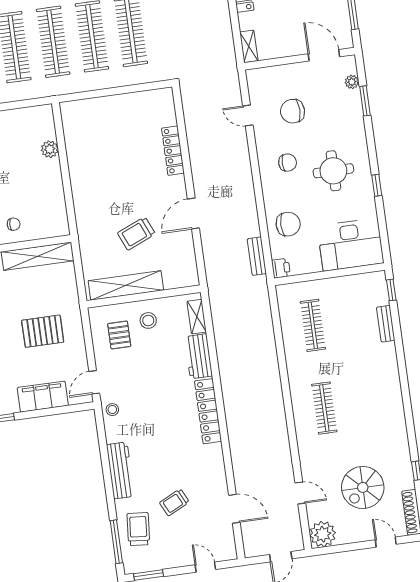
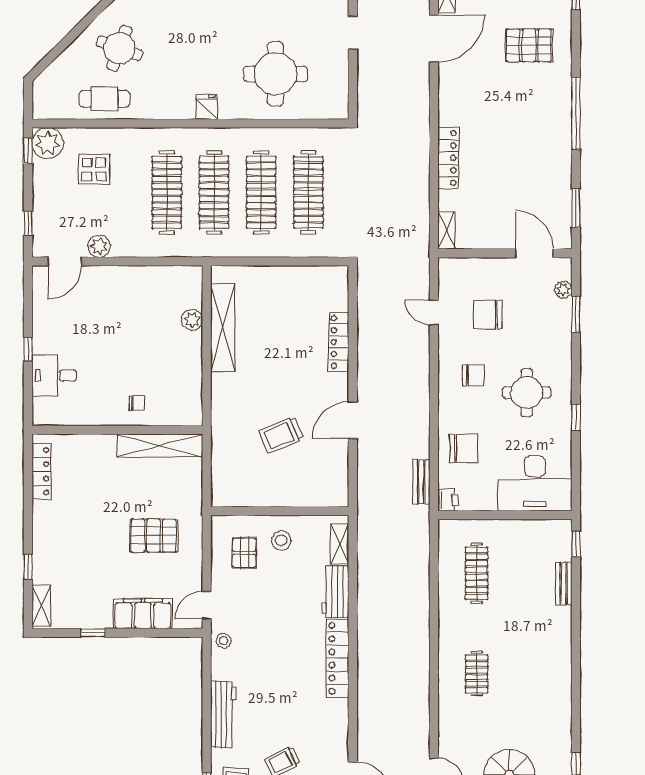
shelving: (126, 285) -> (223, 328), moved, turned 90
clothes rail: (324, 408) -> (477, 674), width x0.73

